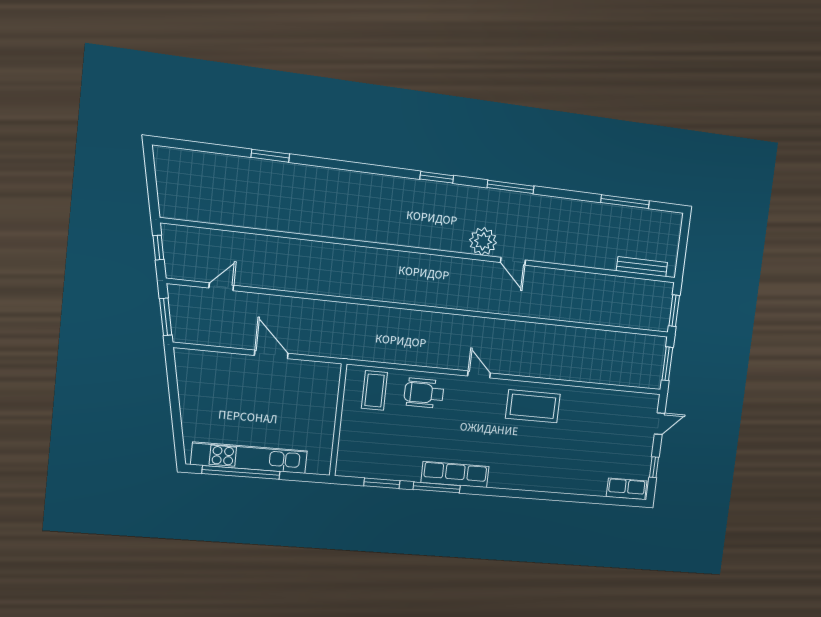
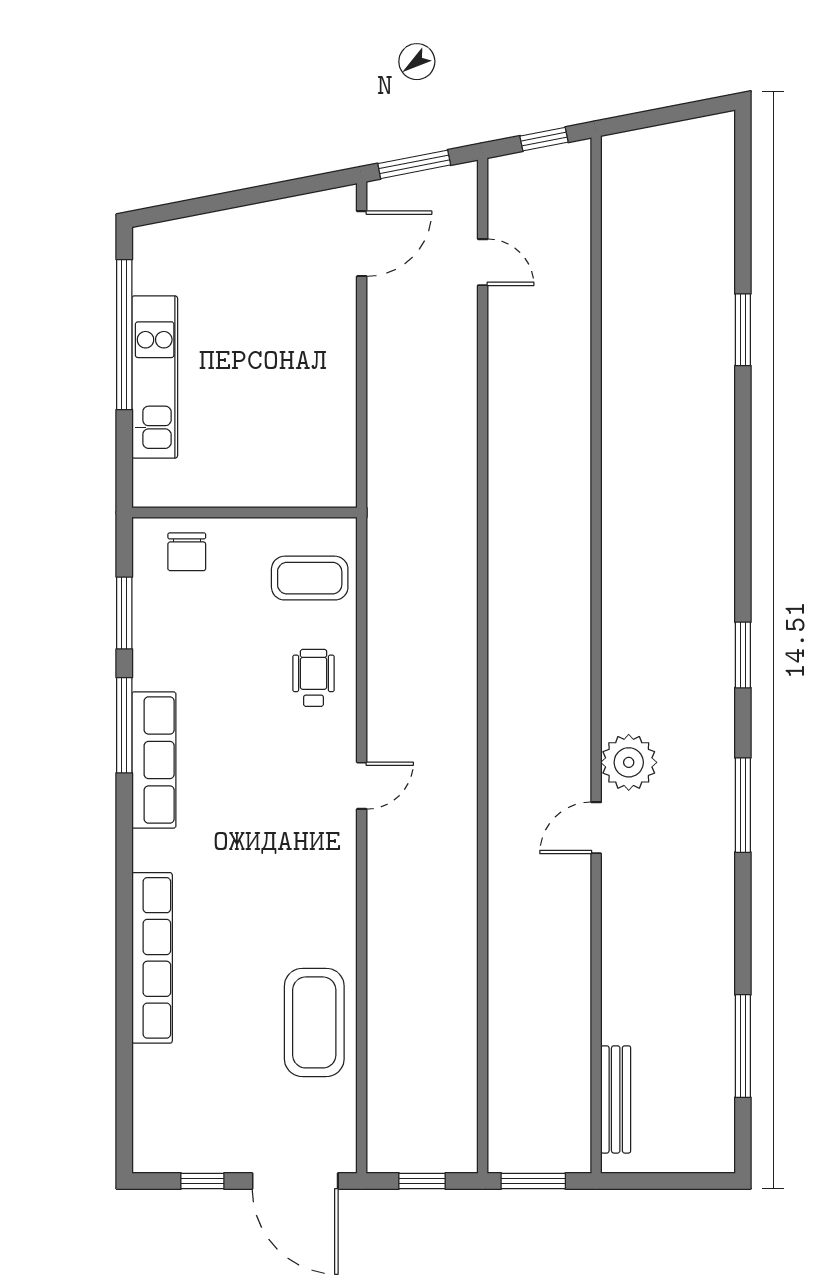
door: (271, 354) -> (362, 244), moved
window: (667, 364) -> (422, 1181), width x0.67
wheelchair: (424, 393) -> (314, 678), width x0.73, depth x0.73
coffee table: (533, 406) -> (314, 1022), moved
door: (660, 424) -> (295, 1181), width x1.87
chair: (355, 450) -> (187, 552), added
kitchen unit: (249, 458) -> (155, 377), width x0.73
row of seats: (627, 489) -> (152, 958), moved, width x2.02

